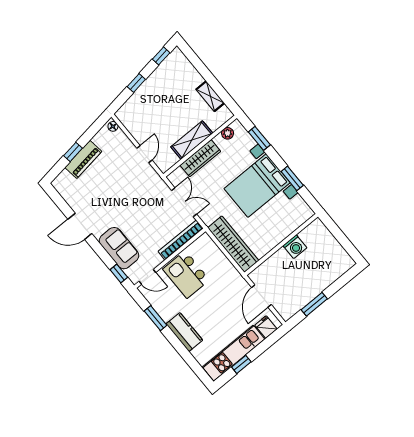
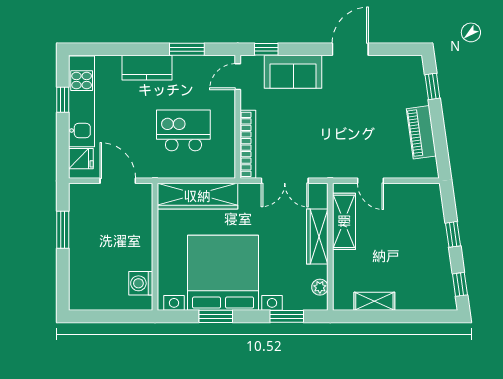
floor lamp: (113, 126) -> (427, 172), removed
shelving: (192, 140) -> (344, 221), moved
window: (73, 152) -> (432, 86), moved
piano: (83, 159) -> (421, 132), moved
bed with nightstands: (257, 186) -> (223, 273), width x1.36
washing machine: (295, 247) -> (141, 283), moved
kitchen island: (186, 274) -> (183, 130), moved

